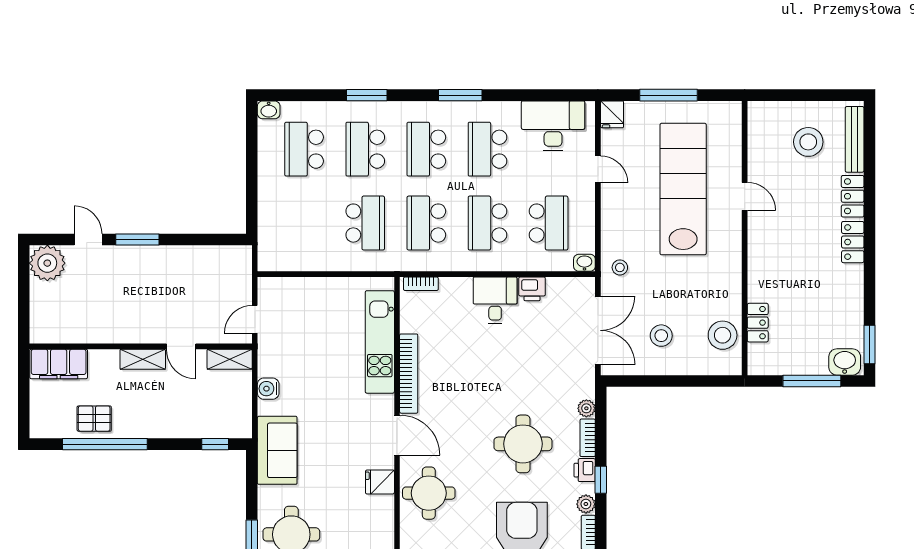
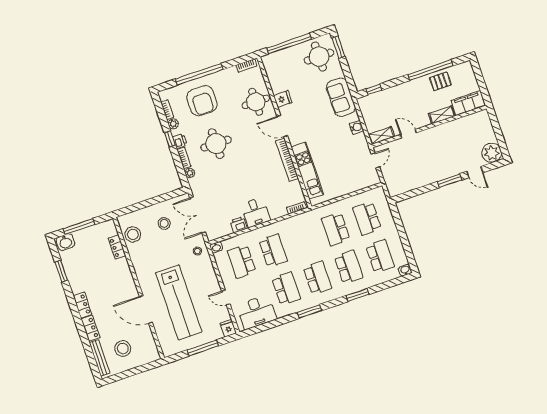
door: (745, 196) -> (146, 309), width x1.87
school desk: (426, 223) -> (367, 218), moved, turned 180
window: (869, 344) -> (61, 271), moved
shelving: (143, 359) -> (442, 115), moved

